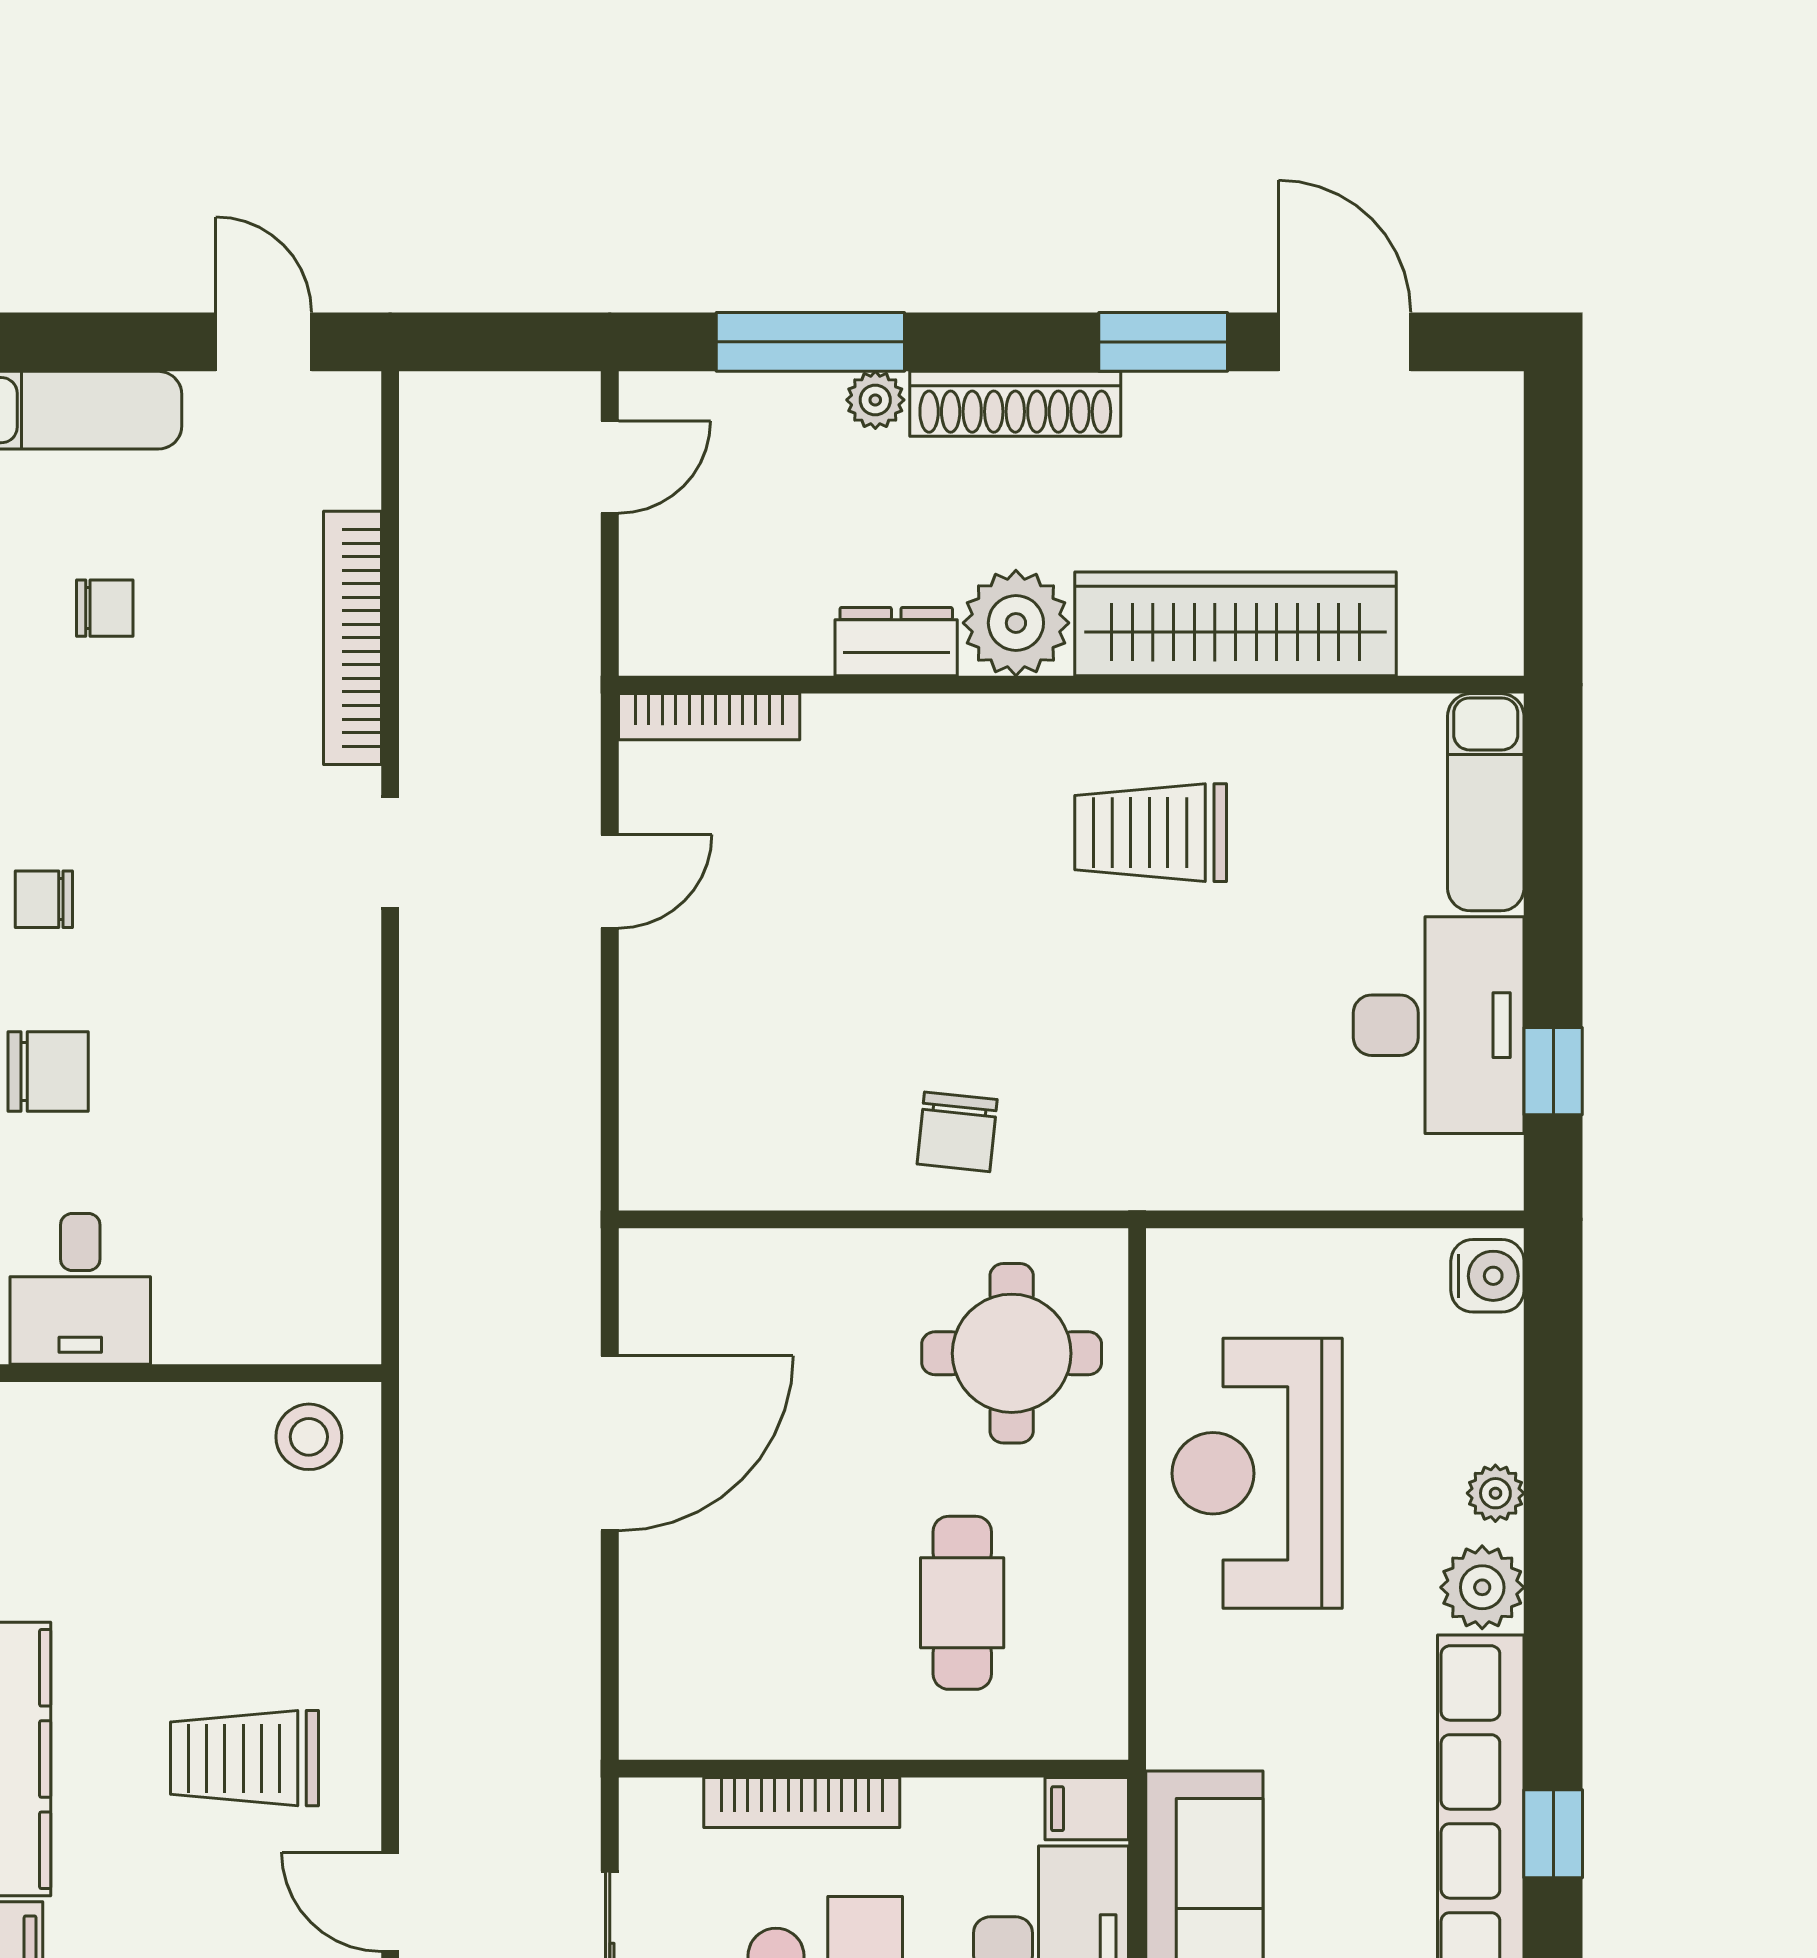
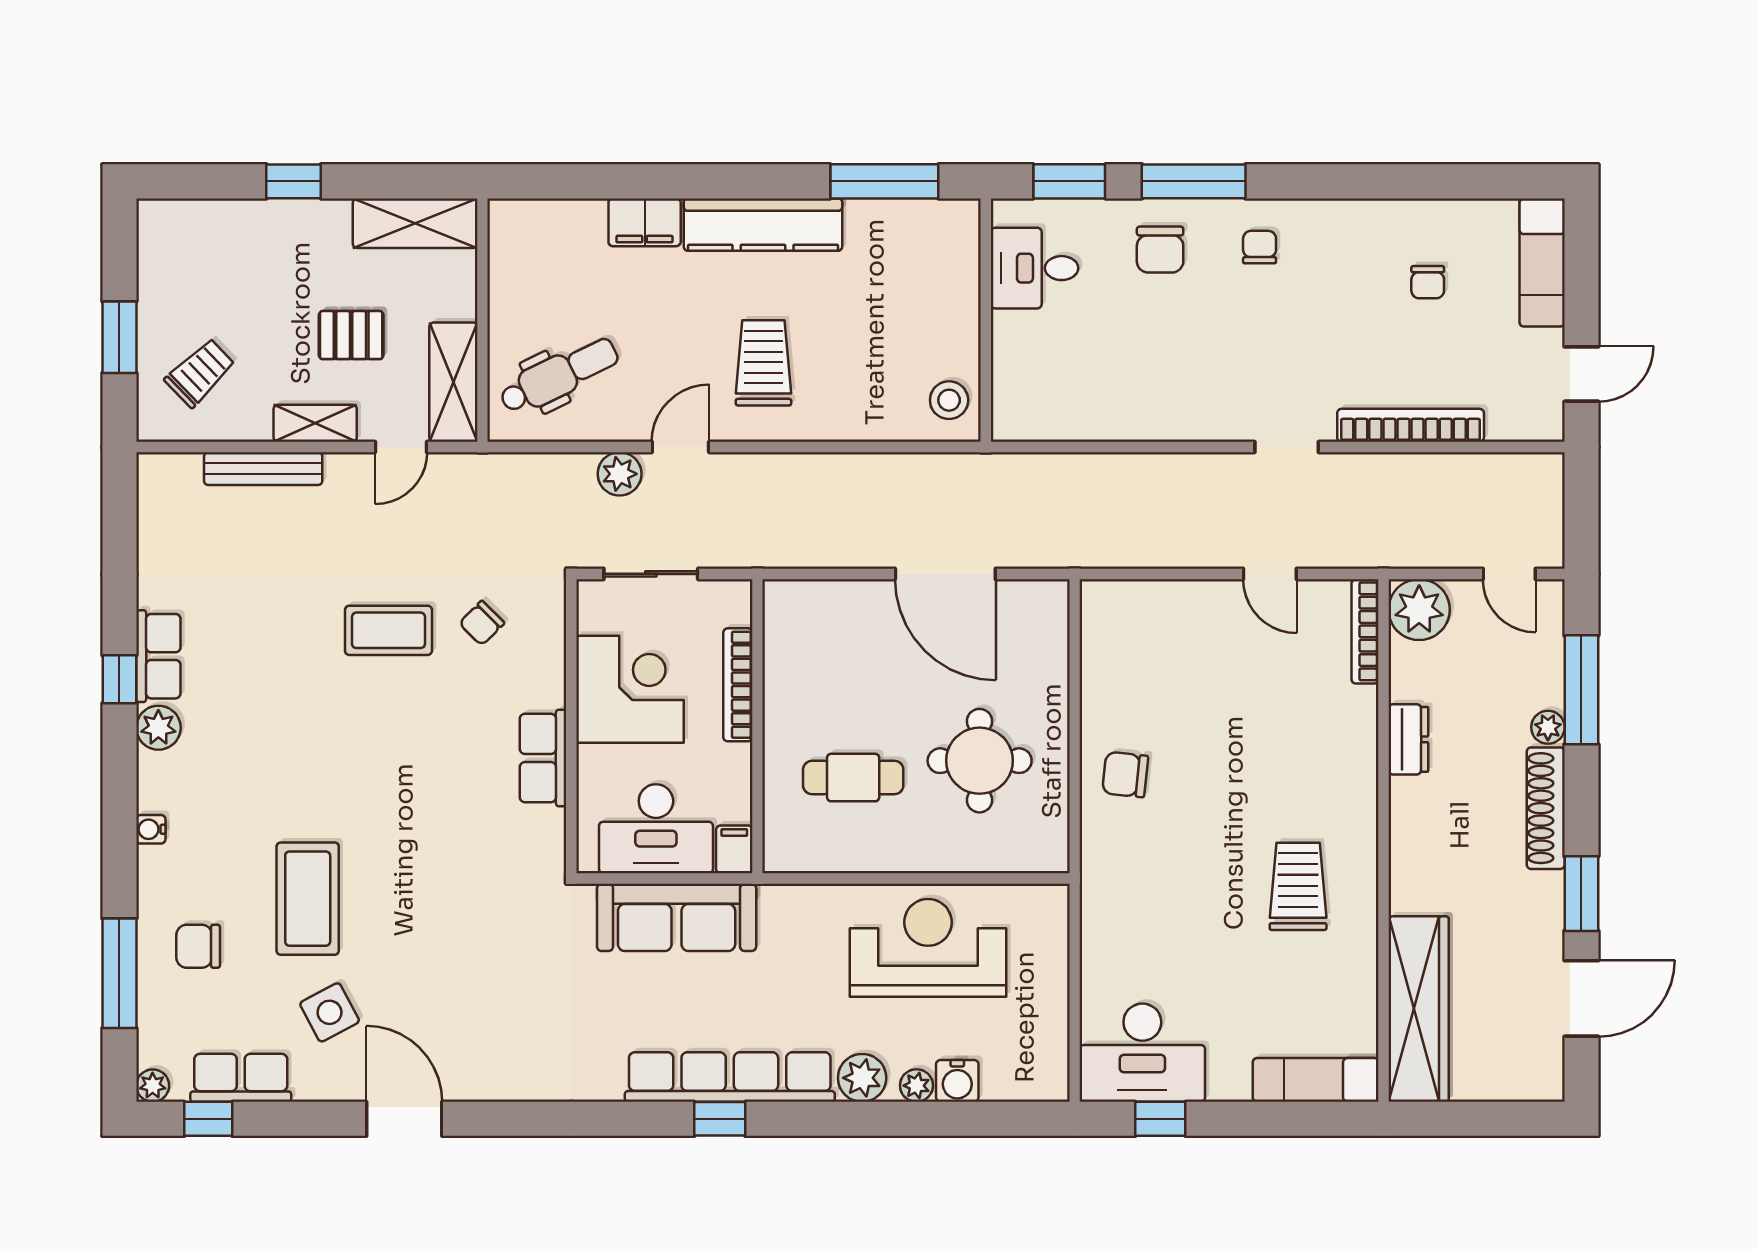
plant: (1016, 623) -> (1419, 610), moved
wardrobe: (1235, 624) -> (1419, 1009), moved
desk: (1439, 1025) -> (1142, 1053), moved
water cooler: (1487, 1276) -> (957, 1081), moved
round table: (1012, 1353) -> (980, 761), moved

